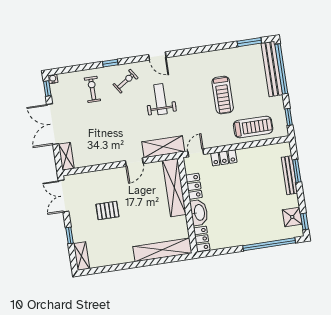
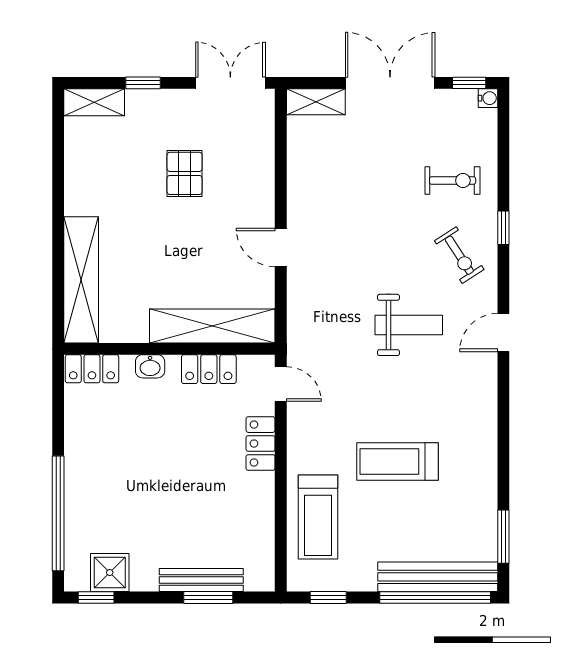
shelving: (163, 147) -> (305, 316), removed
washbasin: (199, 213) -> (150, 366), width x0.52, depth x0.69

